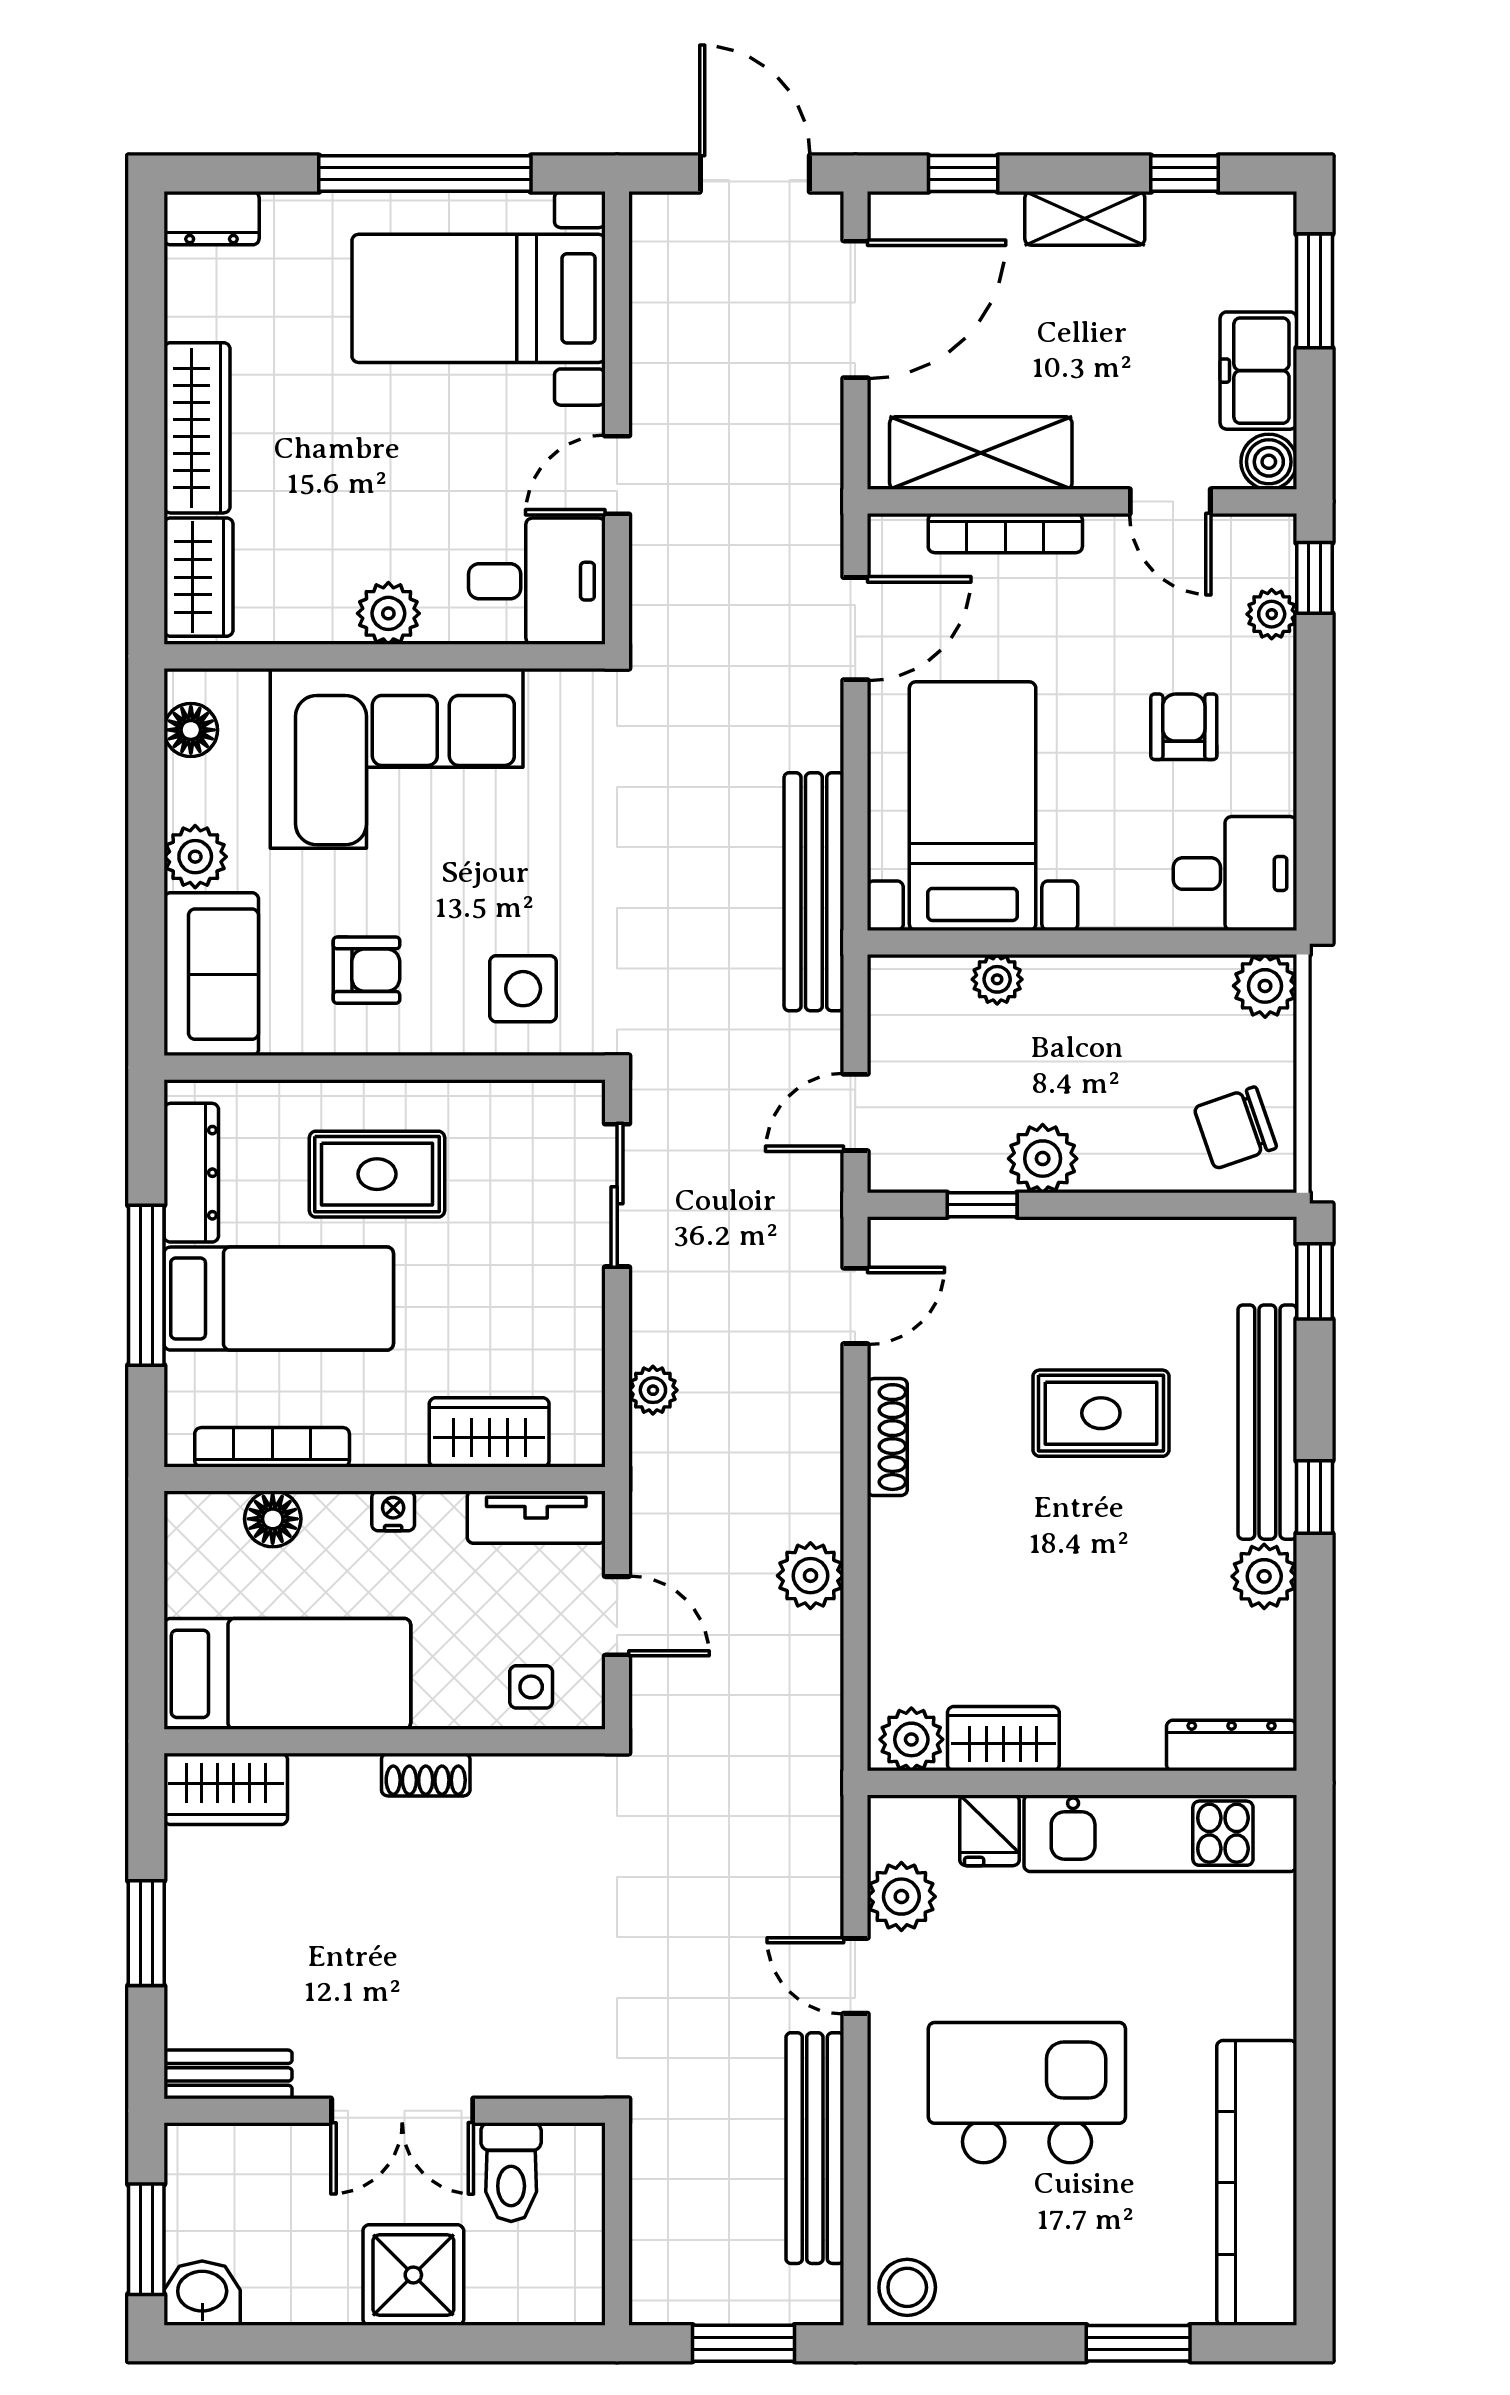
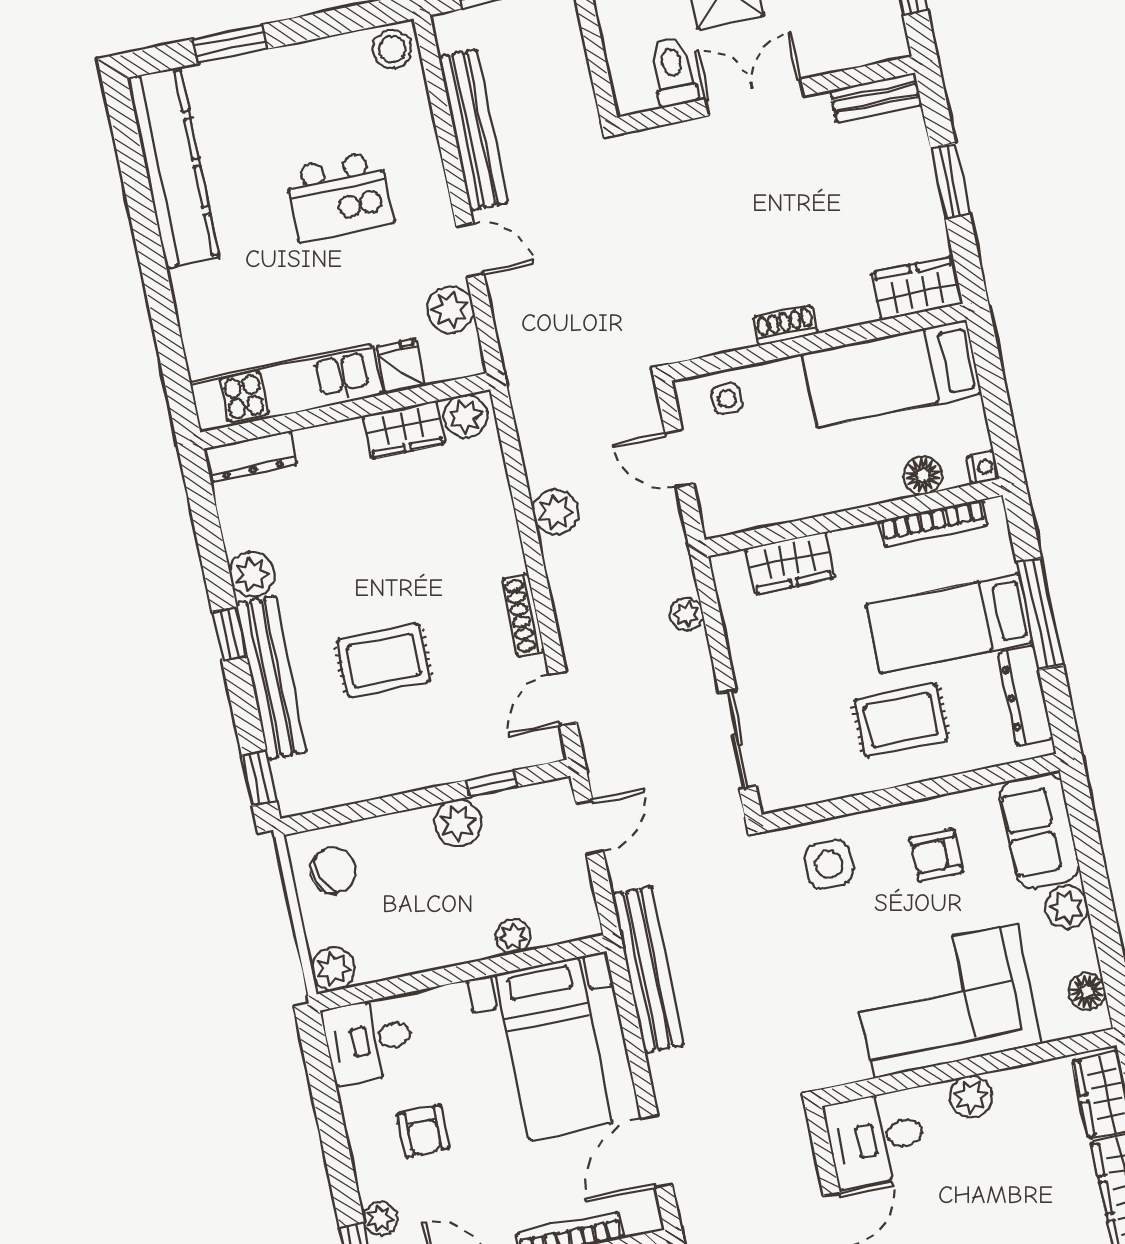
nightstand: (393, 1511) -> (983, 468), moved, turned -90
tv unit: (536, 1517) -> (747, 513), removed
kitchen island: (1027, 2093) -> (339, 196), width x0.73, depth x0.78

